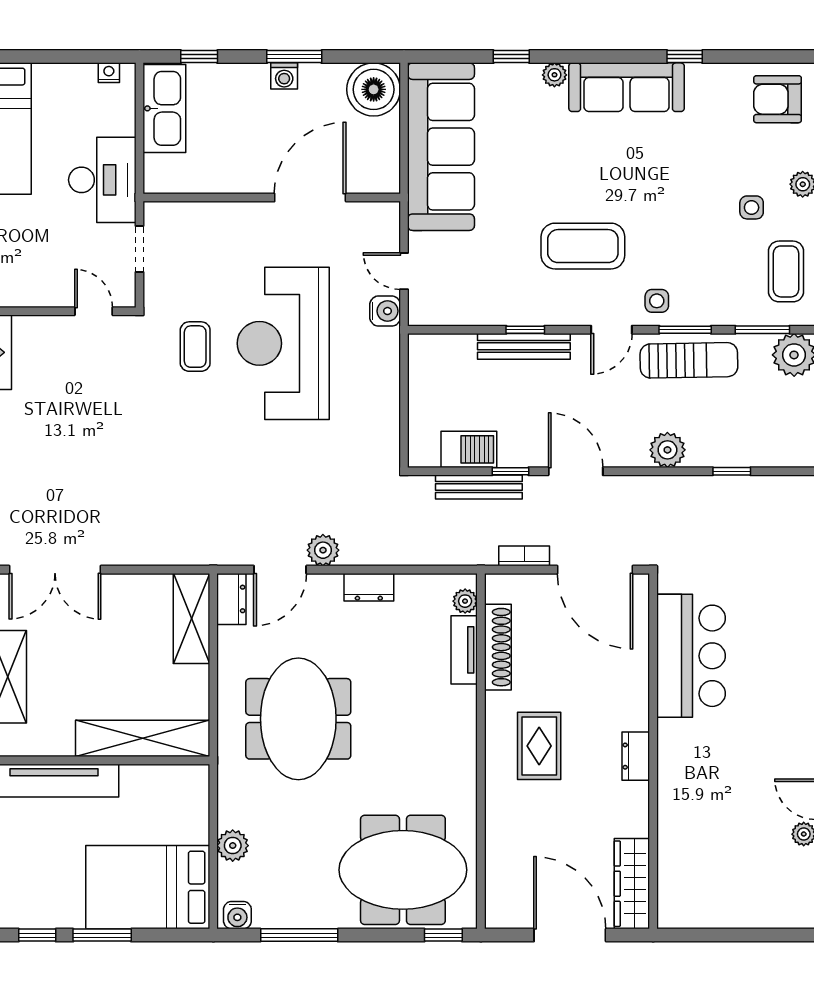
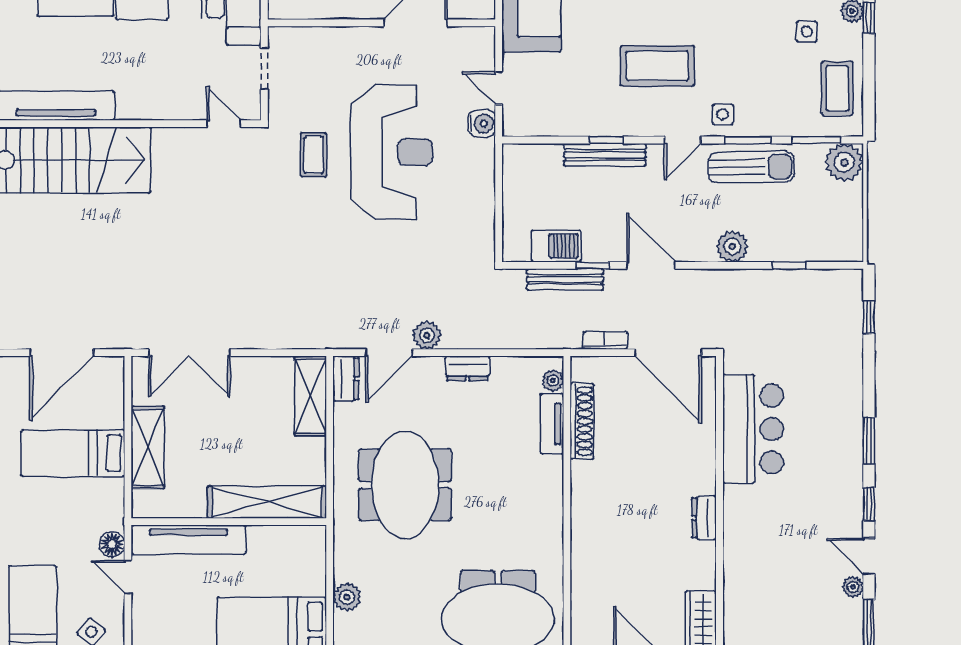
reception desk: (283, 343) -> (392, 152), turned 180
rug: (539, 746) -> (619, 509), removed

